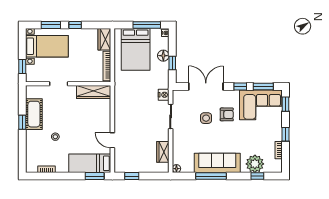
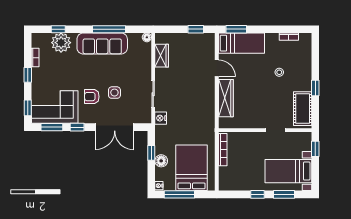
wardrobe: (104, 39) -> (226, 179), removed
wardrobe: (94, 92) -> (226, 98), moved, turned 90
cot: (34, 114) -> (303, 109), moved

